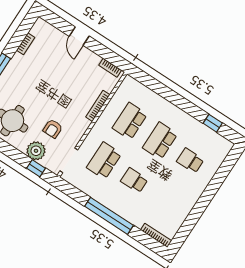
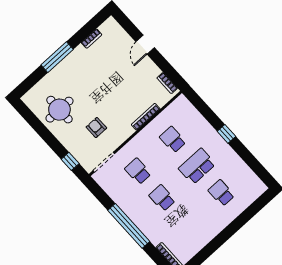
school desk: (130, 121) -> (173, 140), width x0.54
window: (213, 123) -> (226, 134), moved
armchair: (53, 129) -> (96, 128), turned 90
plant: (36, 151) -> (75, 145), removed
school desk: (104, 161) -> (138, 171), width x0.54

